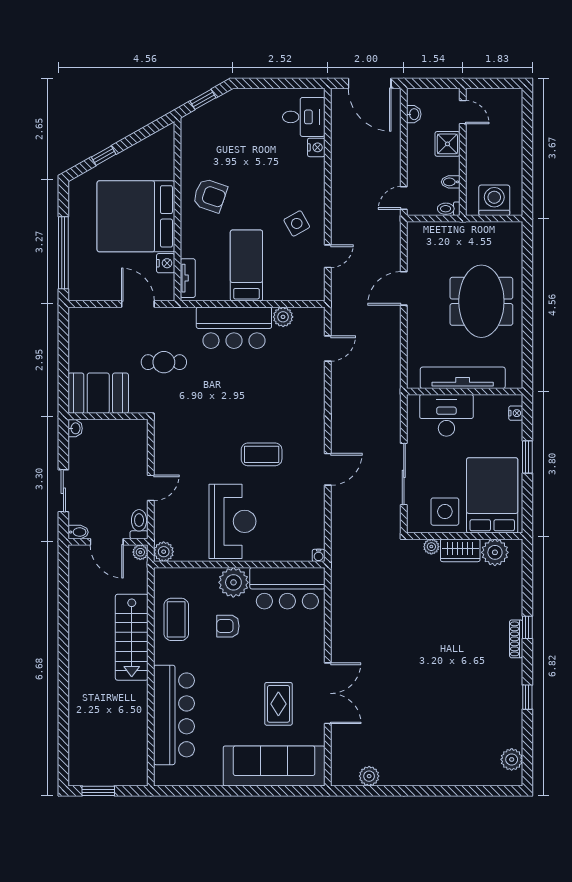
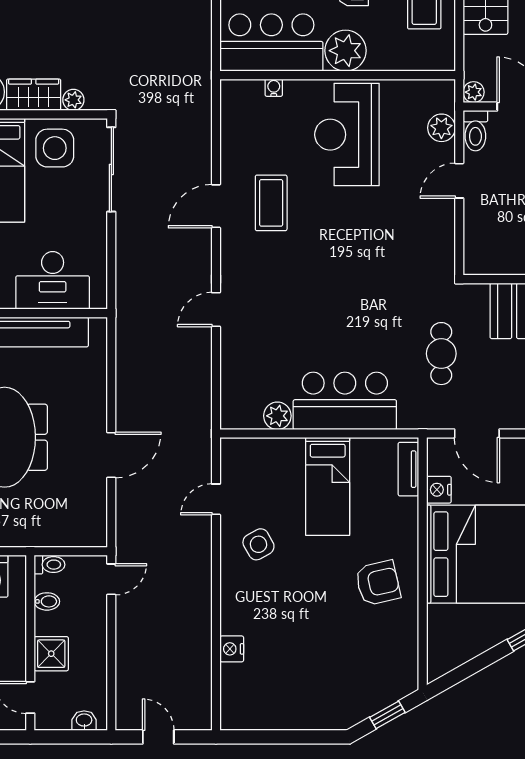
door: (370, 83) -> (158, 737), width x0.53
washbasin: (414, 114) -> (84, 721), moved, turned 90
desk: (304, 117) -> (249, 691), removed
armchair: (210, 195) -> (378, 583), turned 148
door: (328, 349) -> (216, 309), moved
cafe table: (164, 362) -> (441, 354), turned 90
coffee table: (262, 454) -> (271, 203), moved, turned 90
sliding door: (404, 474) -> (111, 169), moved
plant: (164, 552) -> (441, 128), moved
water cooler: (319, 555) -> (274, 88), moved

